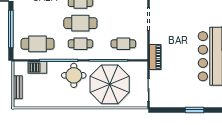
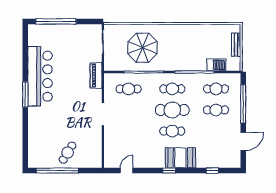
cafe table: (38, 23) -> (216, 110), added
cafe table: (38, 44) -> (216, 89), width x0.73, depth x0.74
round table: (74, 75) -> (179, 57), removed
parasol: (110, 84) -> (142, 48), width x0.73, depth x0.73
window: (195, 110) -> (56, 21), width x2.11

